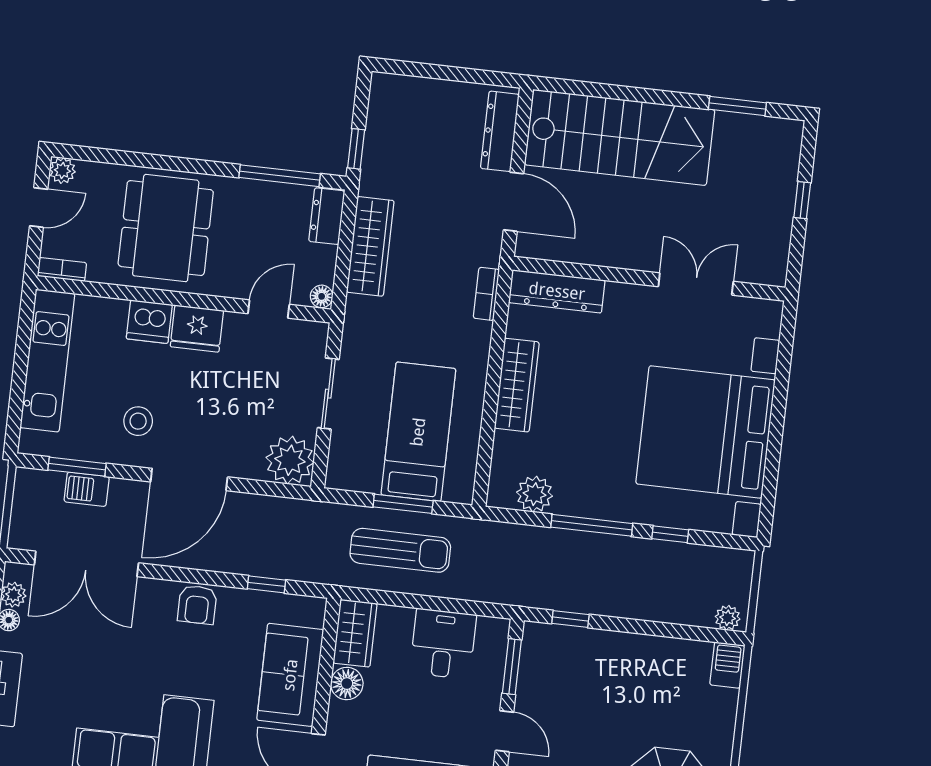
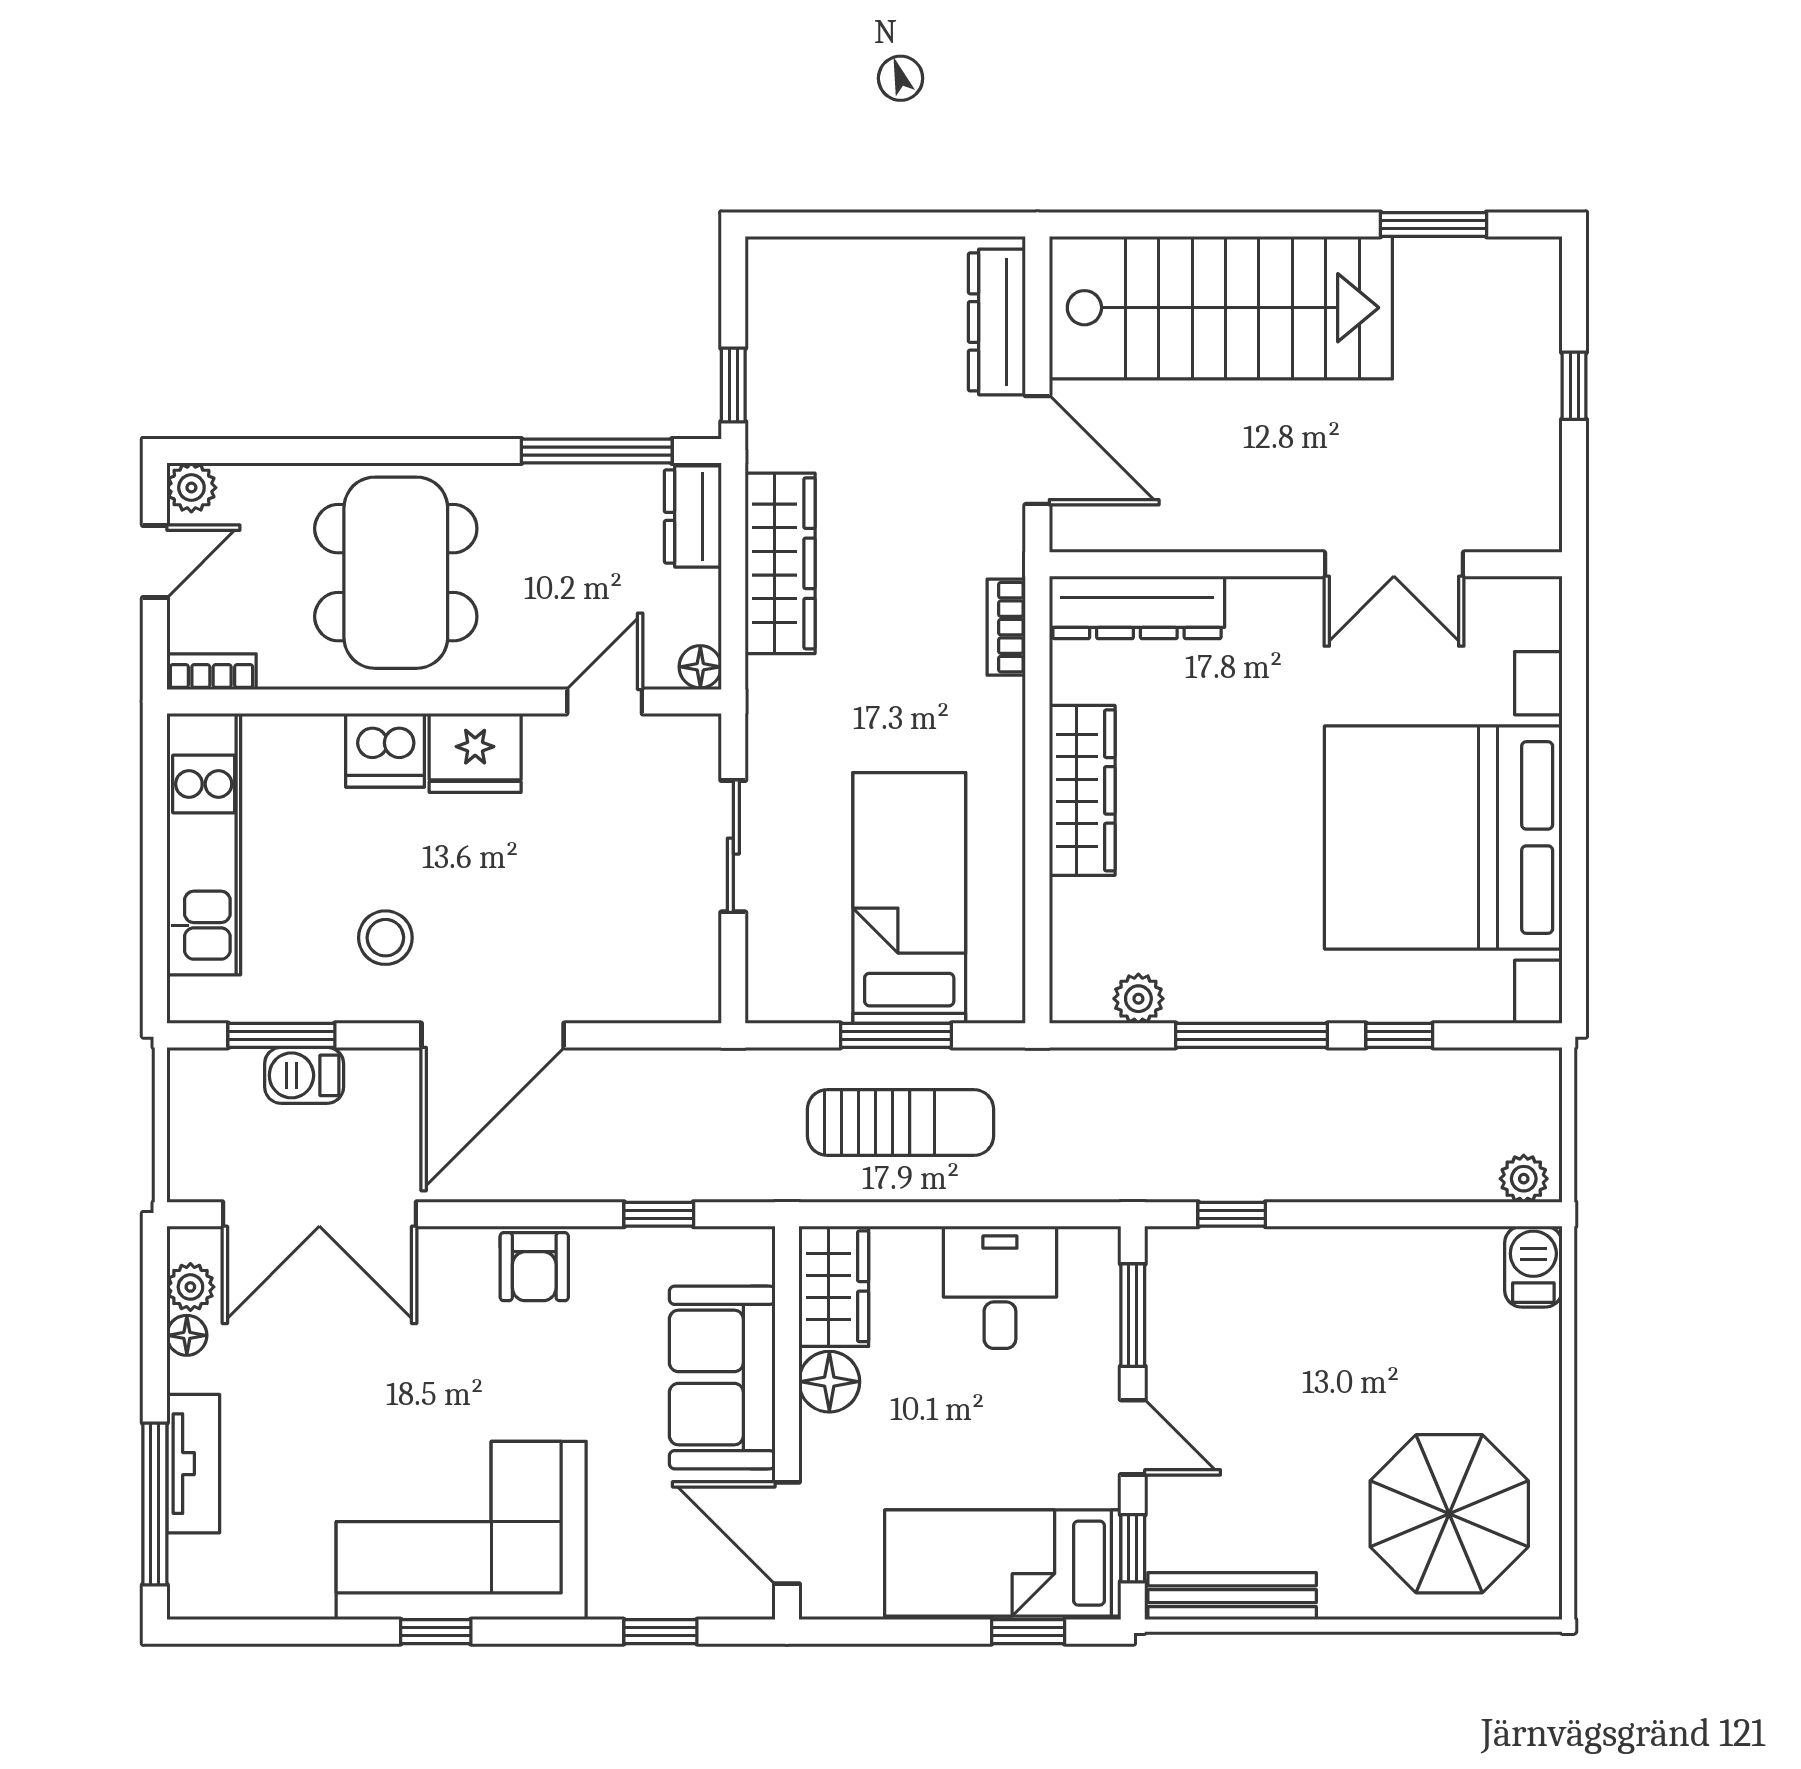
double door: (696, 284) -> (1394, 564), swing flipped
plant: (290, 460) -> (676, 978), removed
plant: (535, 494) -> (1138, 999), width x0.73, depth x0.73

